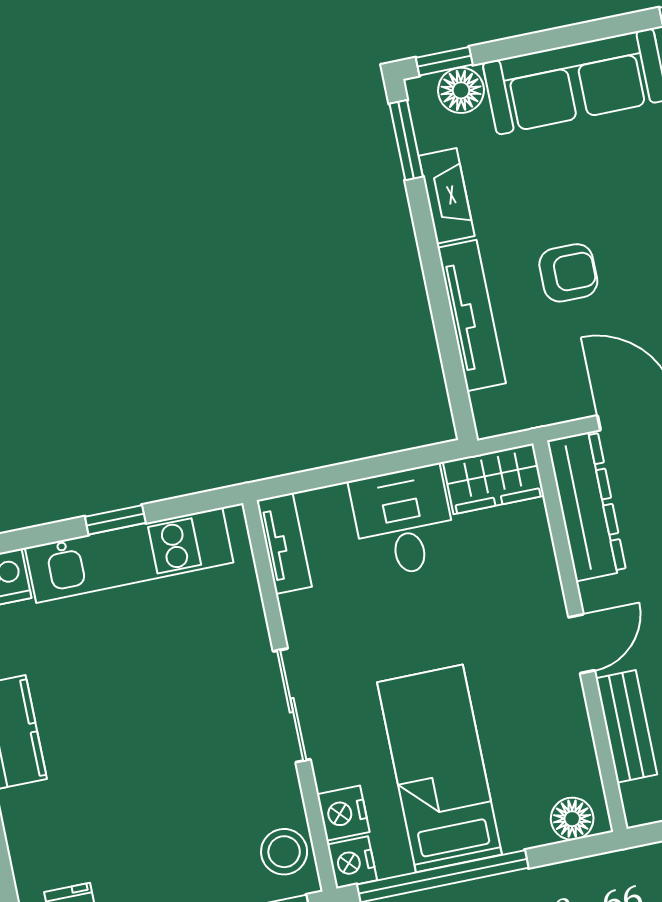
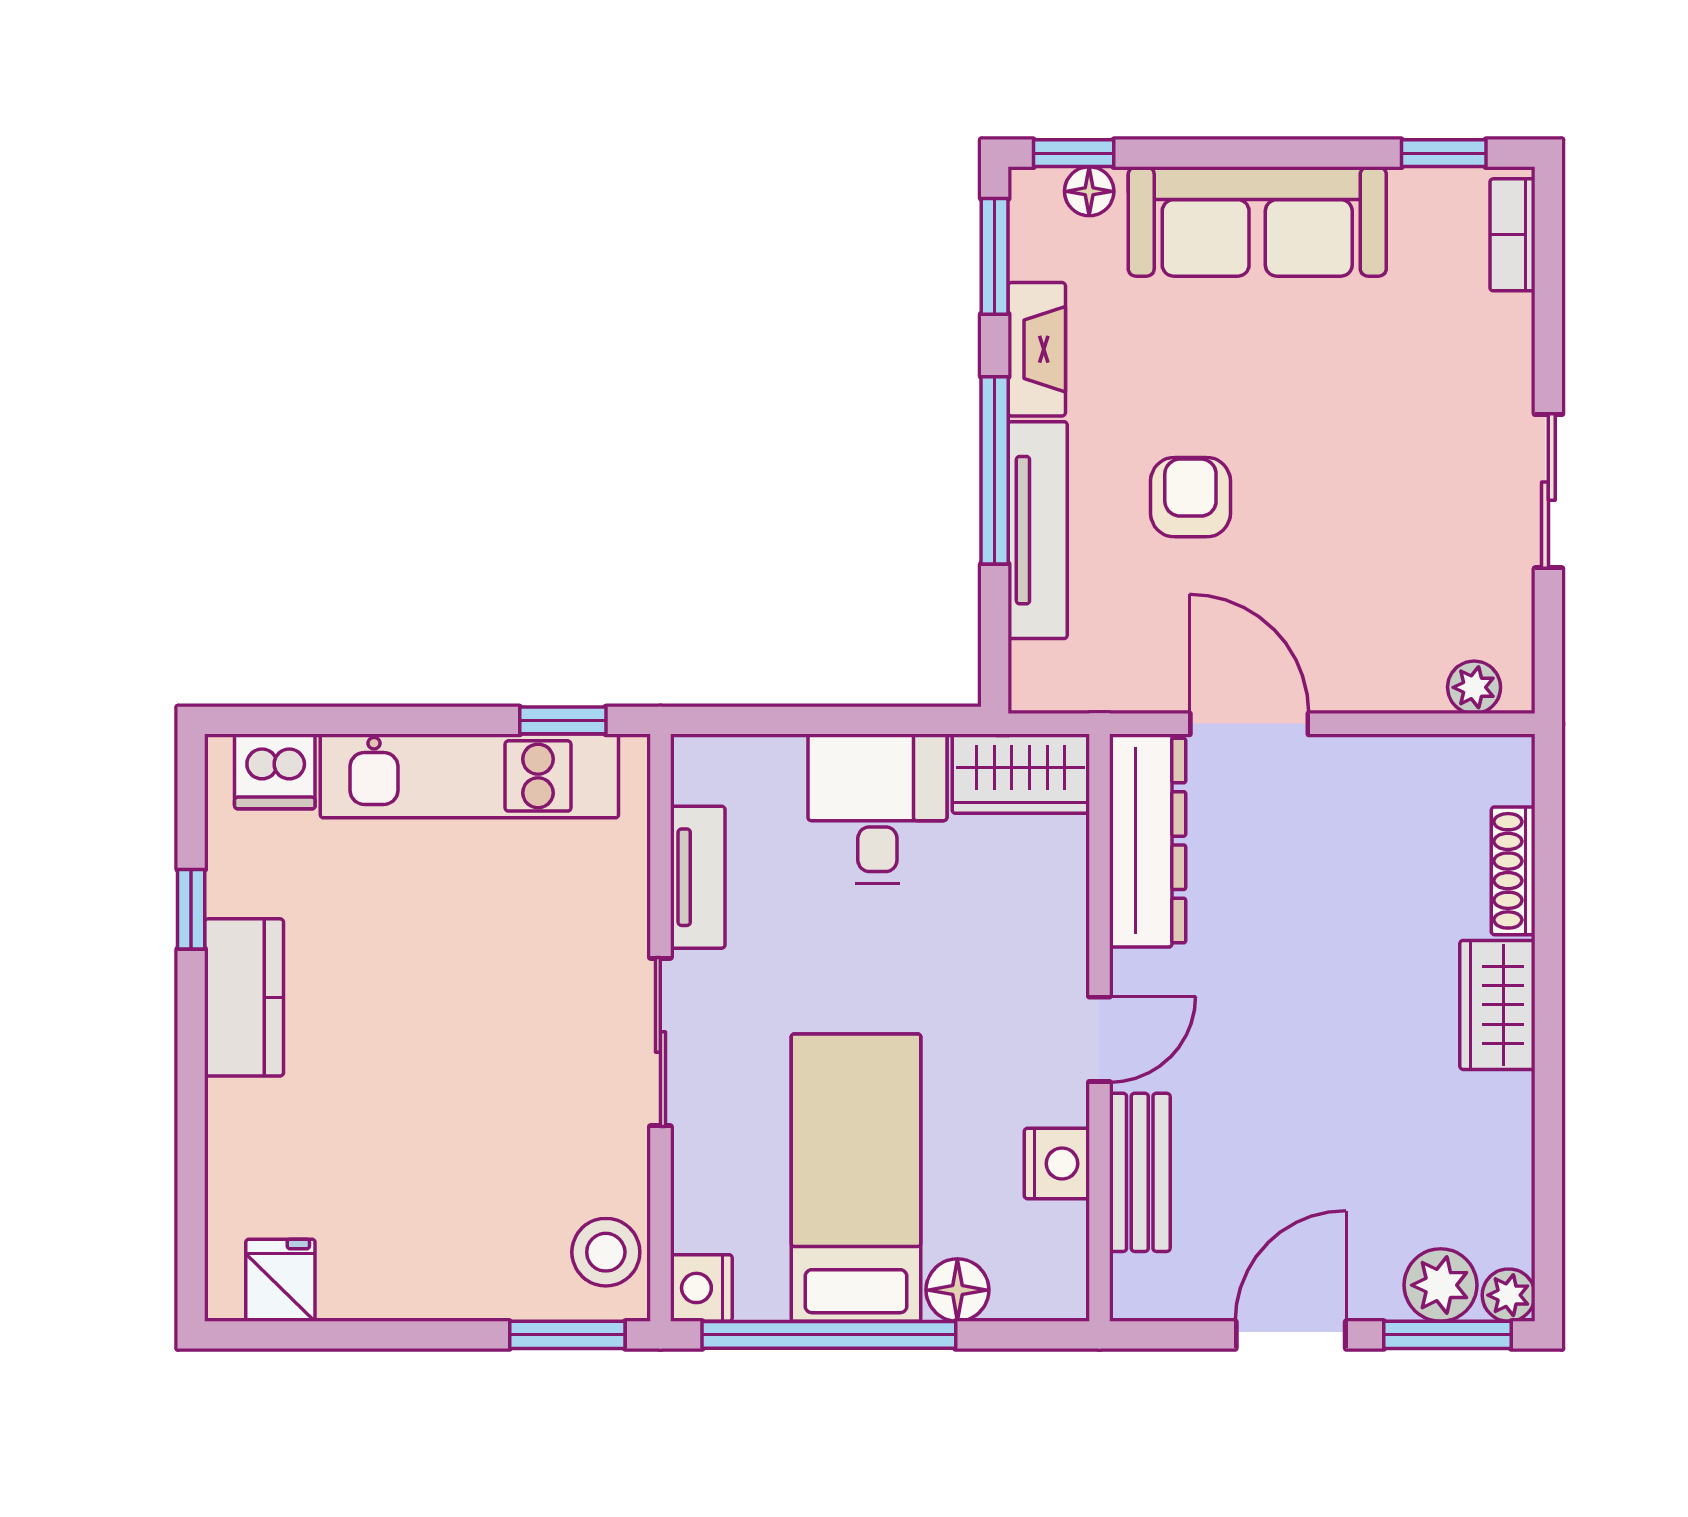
floor lamp: (461, 90) -> (1089, 191), width x0.73, depth x0.73
armchair: (568, 273) -> (1190, 497), turned -90
window: (435, 282) -> (995, 470), added
window: (115, 520) -> (563, 720), moved
tv unit: (284, 543) -> (698, 877), moved
nightstand: (343, 813) -> (1057, 1164), moved, turned 180
floor lamp: (572, 819) -> (957, 1290), moved

